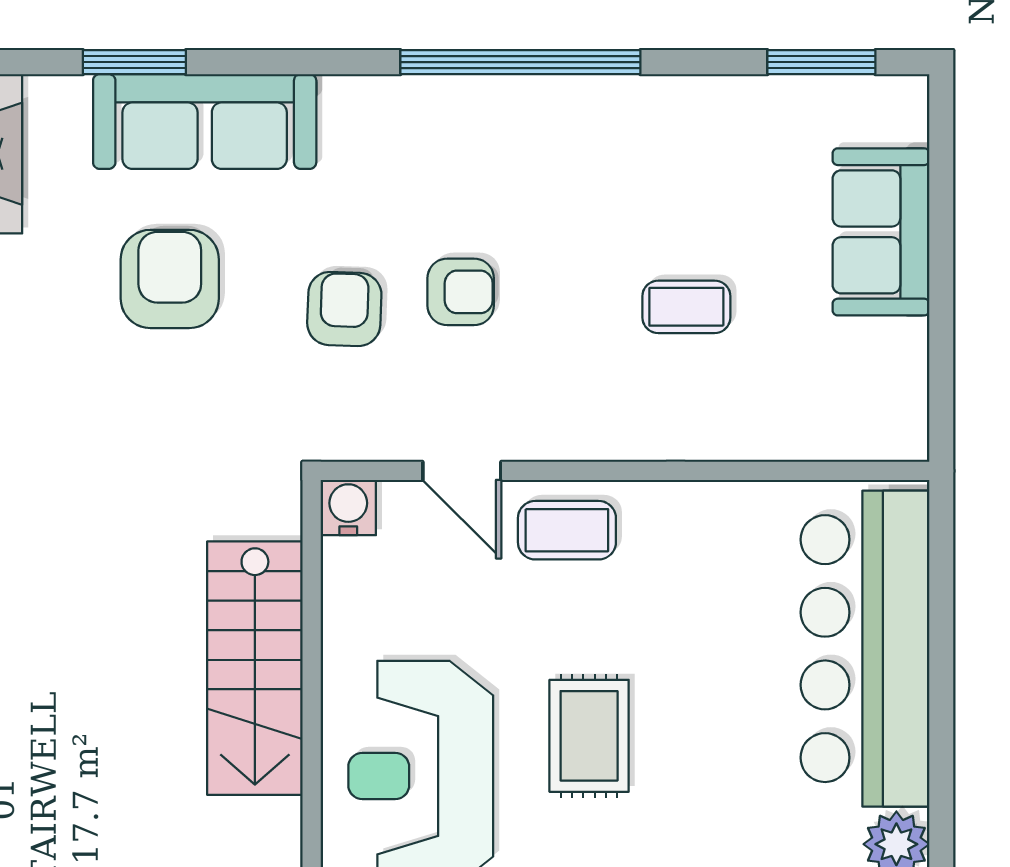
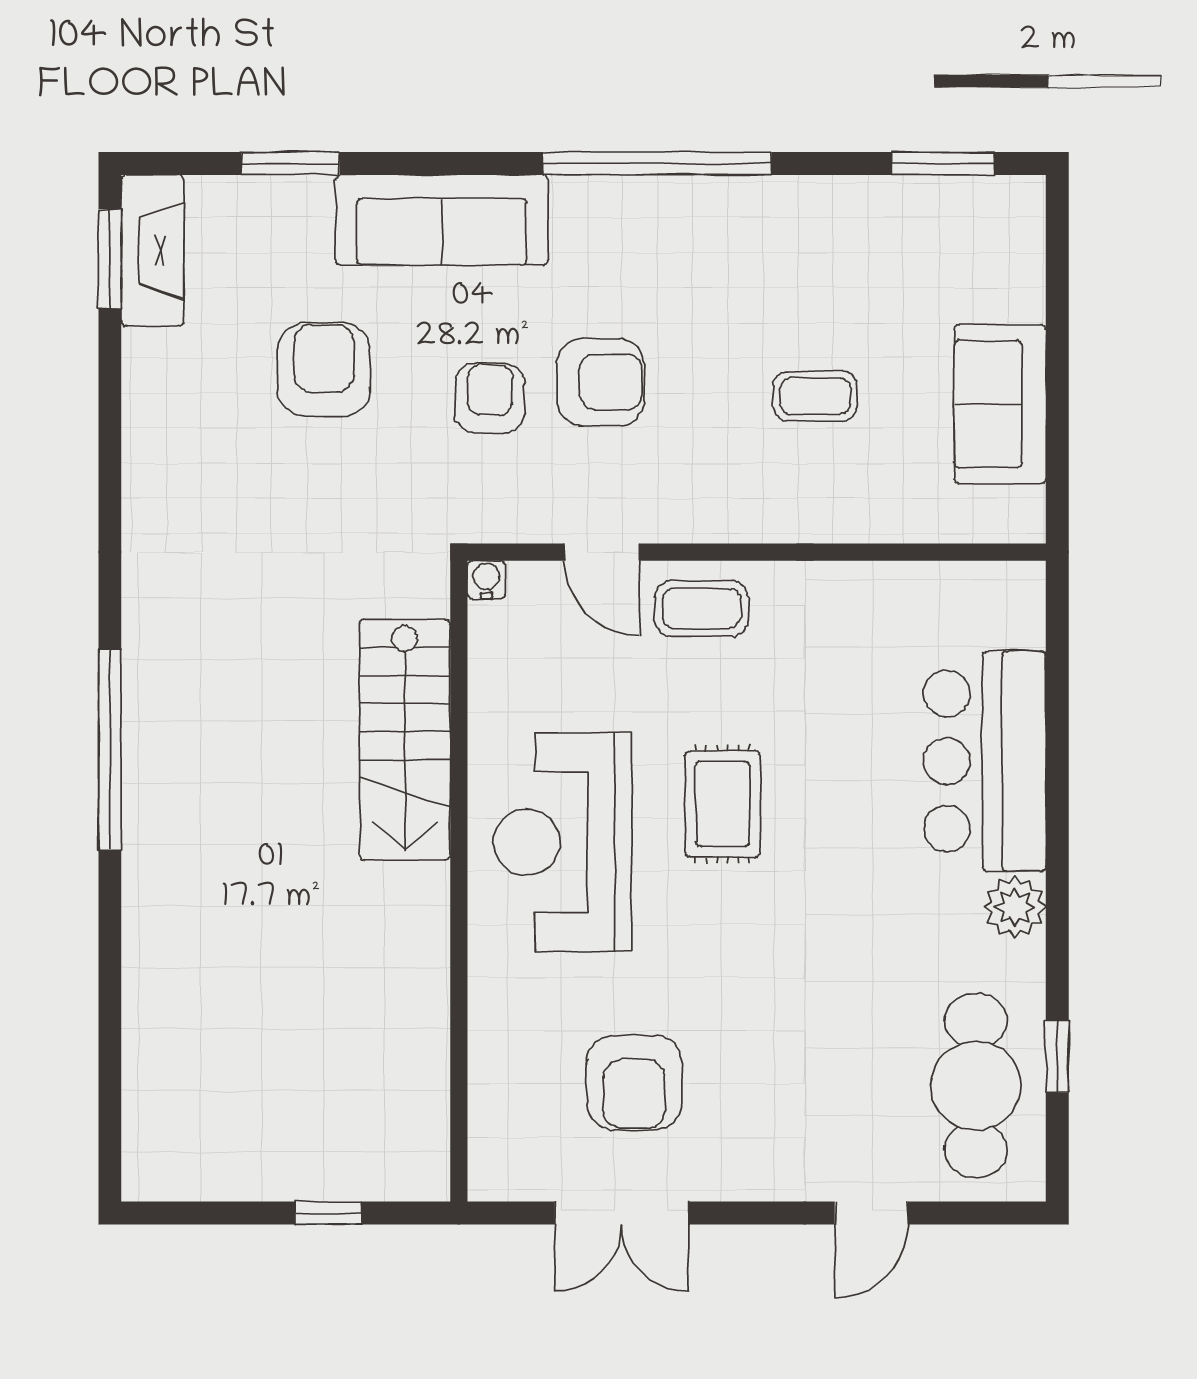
sofa: (205, 121) -> (442, 220), moved
sofa: (881, 232) -> (1000, 404), moved
armchair: (461, 292) -> (600, 382), width x1.38, depth x1.38
water cooler: (348, 507) -> (486, 580), width x0.72, depth x0.72
bar counter: (865, 649) -> (985, 761), width x0.73

